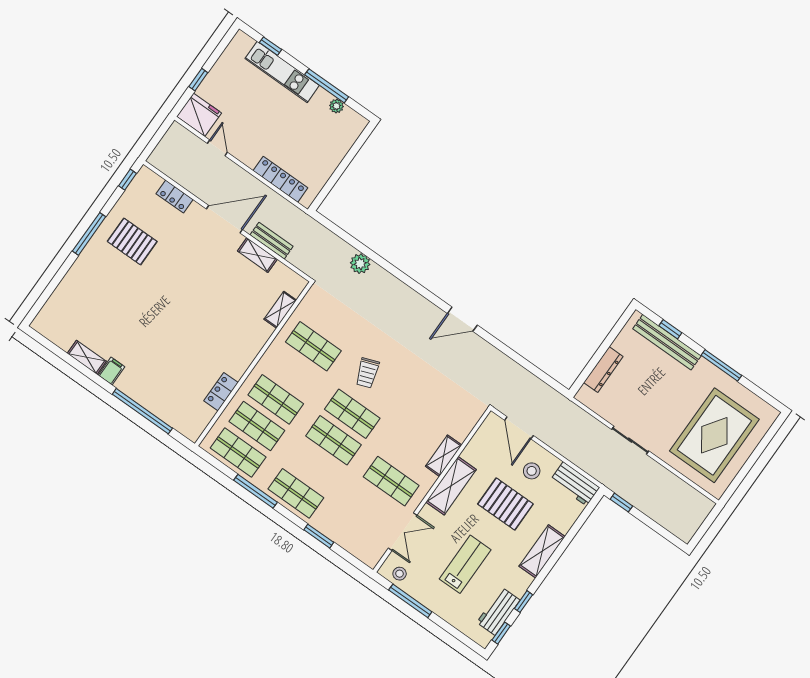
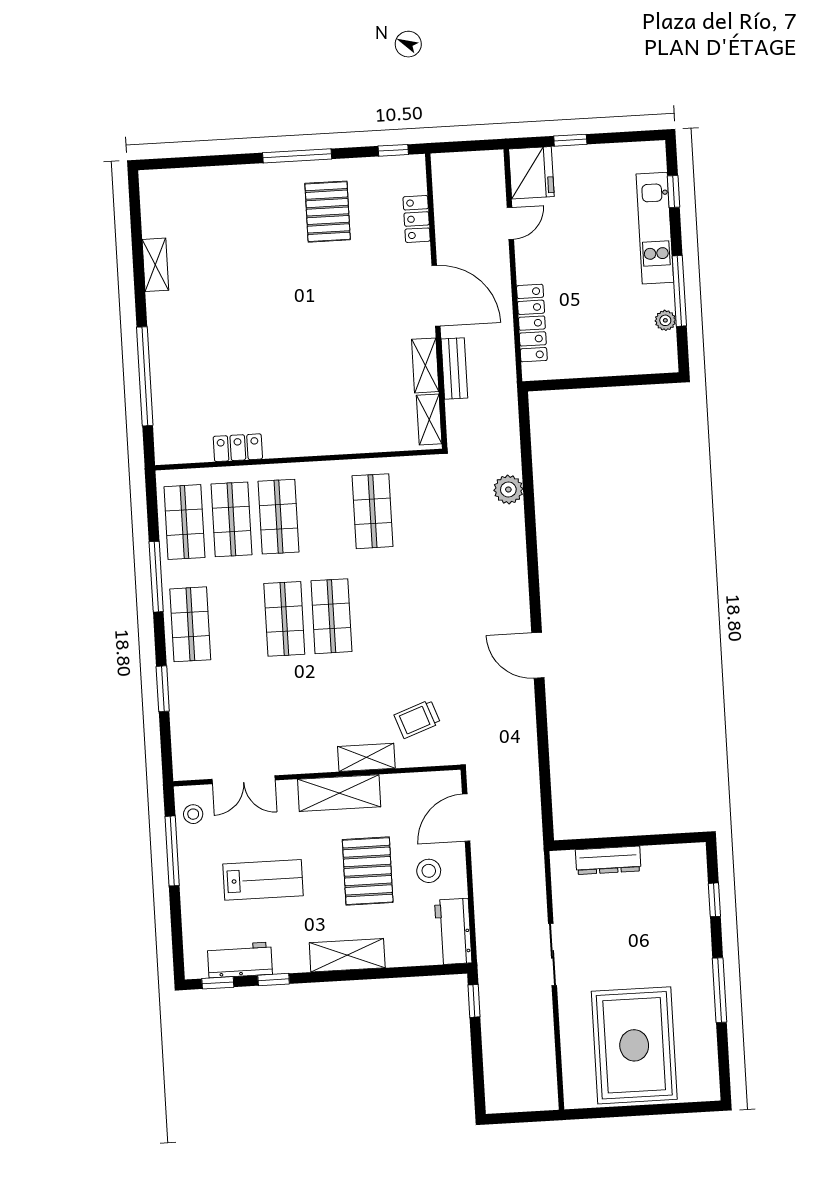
shelving: (280, 310) -> (429, 420), moved, turned 90
bench: (667, 342) -> (697, 908), removed
filing cabinet: (111, 371) -> (162, 305), removed
trolley: (367, 373) -> (417, 719), moved
rug: (714, 435) -> (634, 1045), turned 90
shop shelf: (391, 481) -> (290, 721), removed

